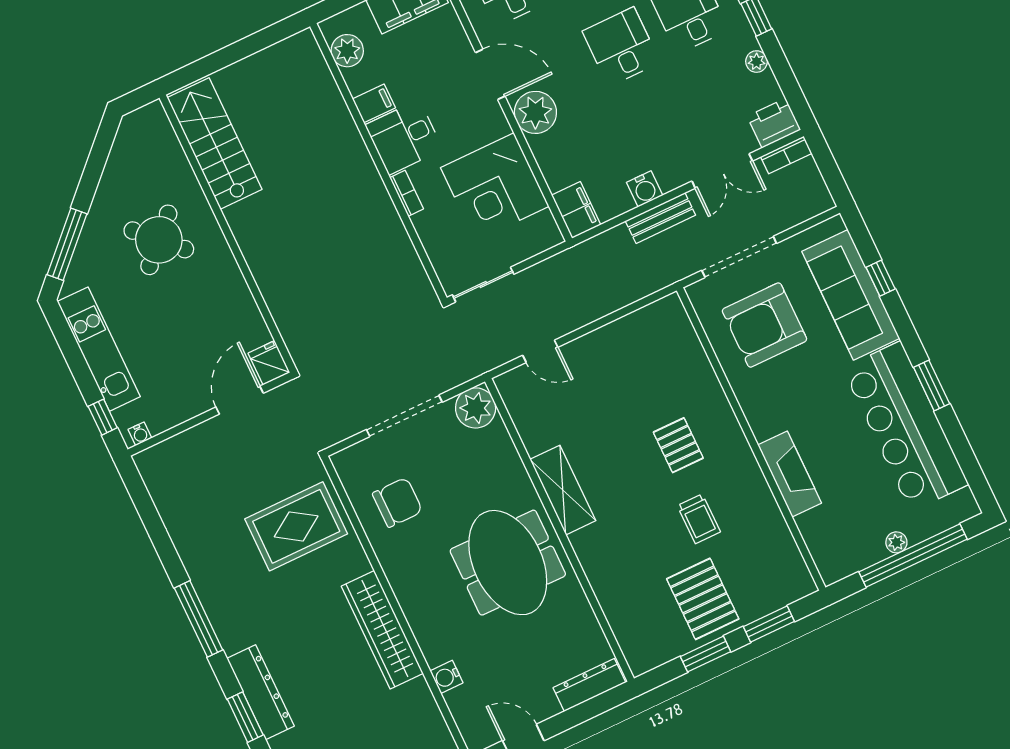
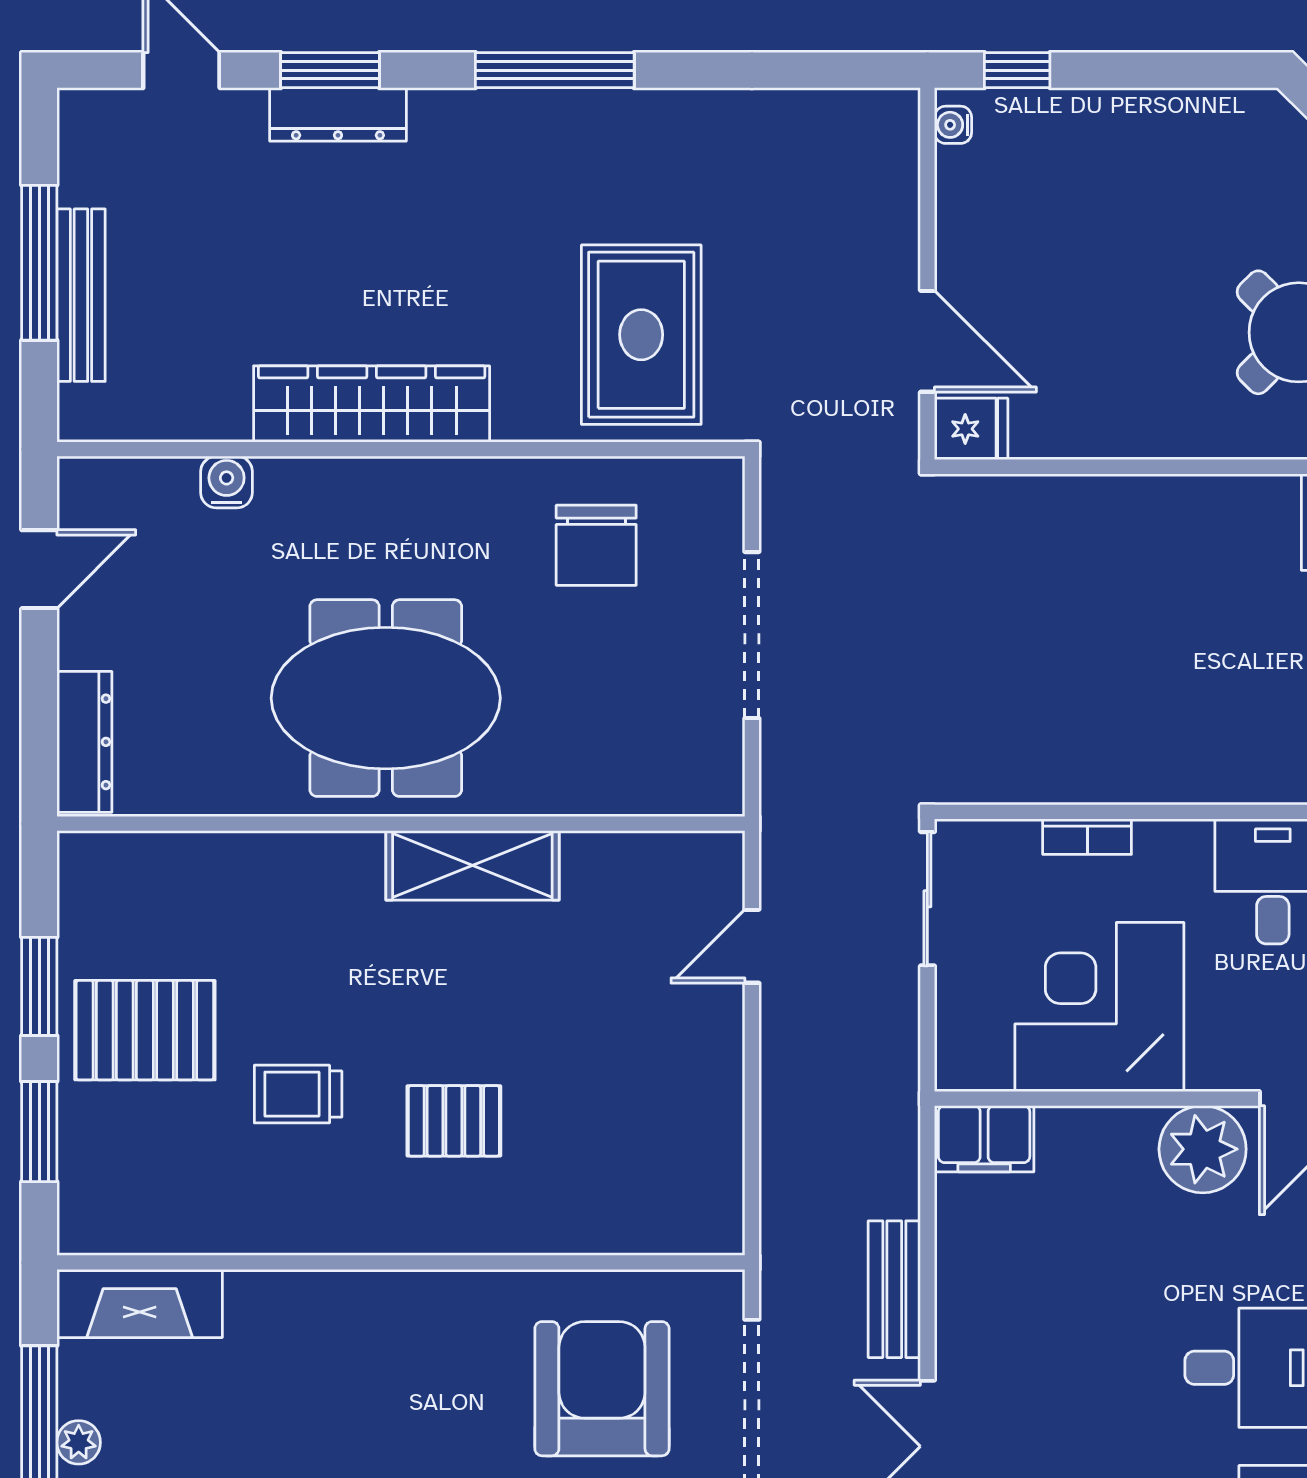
water cooler: (645, 189) -> (963, 1285), removed
bookcase: (407, 193) -> (1087, 837), moved
kitchen unit: (99, 349) -> (1148, 123), removed
plant: (476, 408) -> (703, 775), removed
fireplace: (790, 474) -> (140, 1304), moved
dresser: (261, 692) -> (338, 114), width x0.73, depth x0.80

